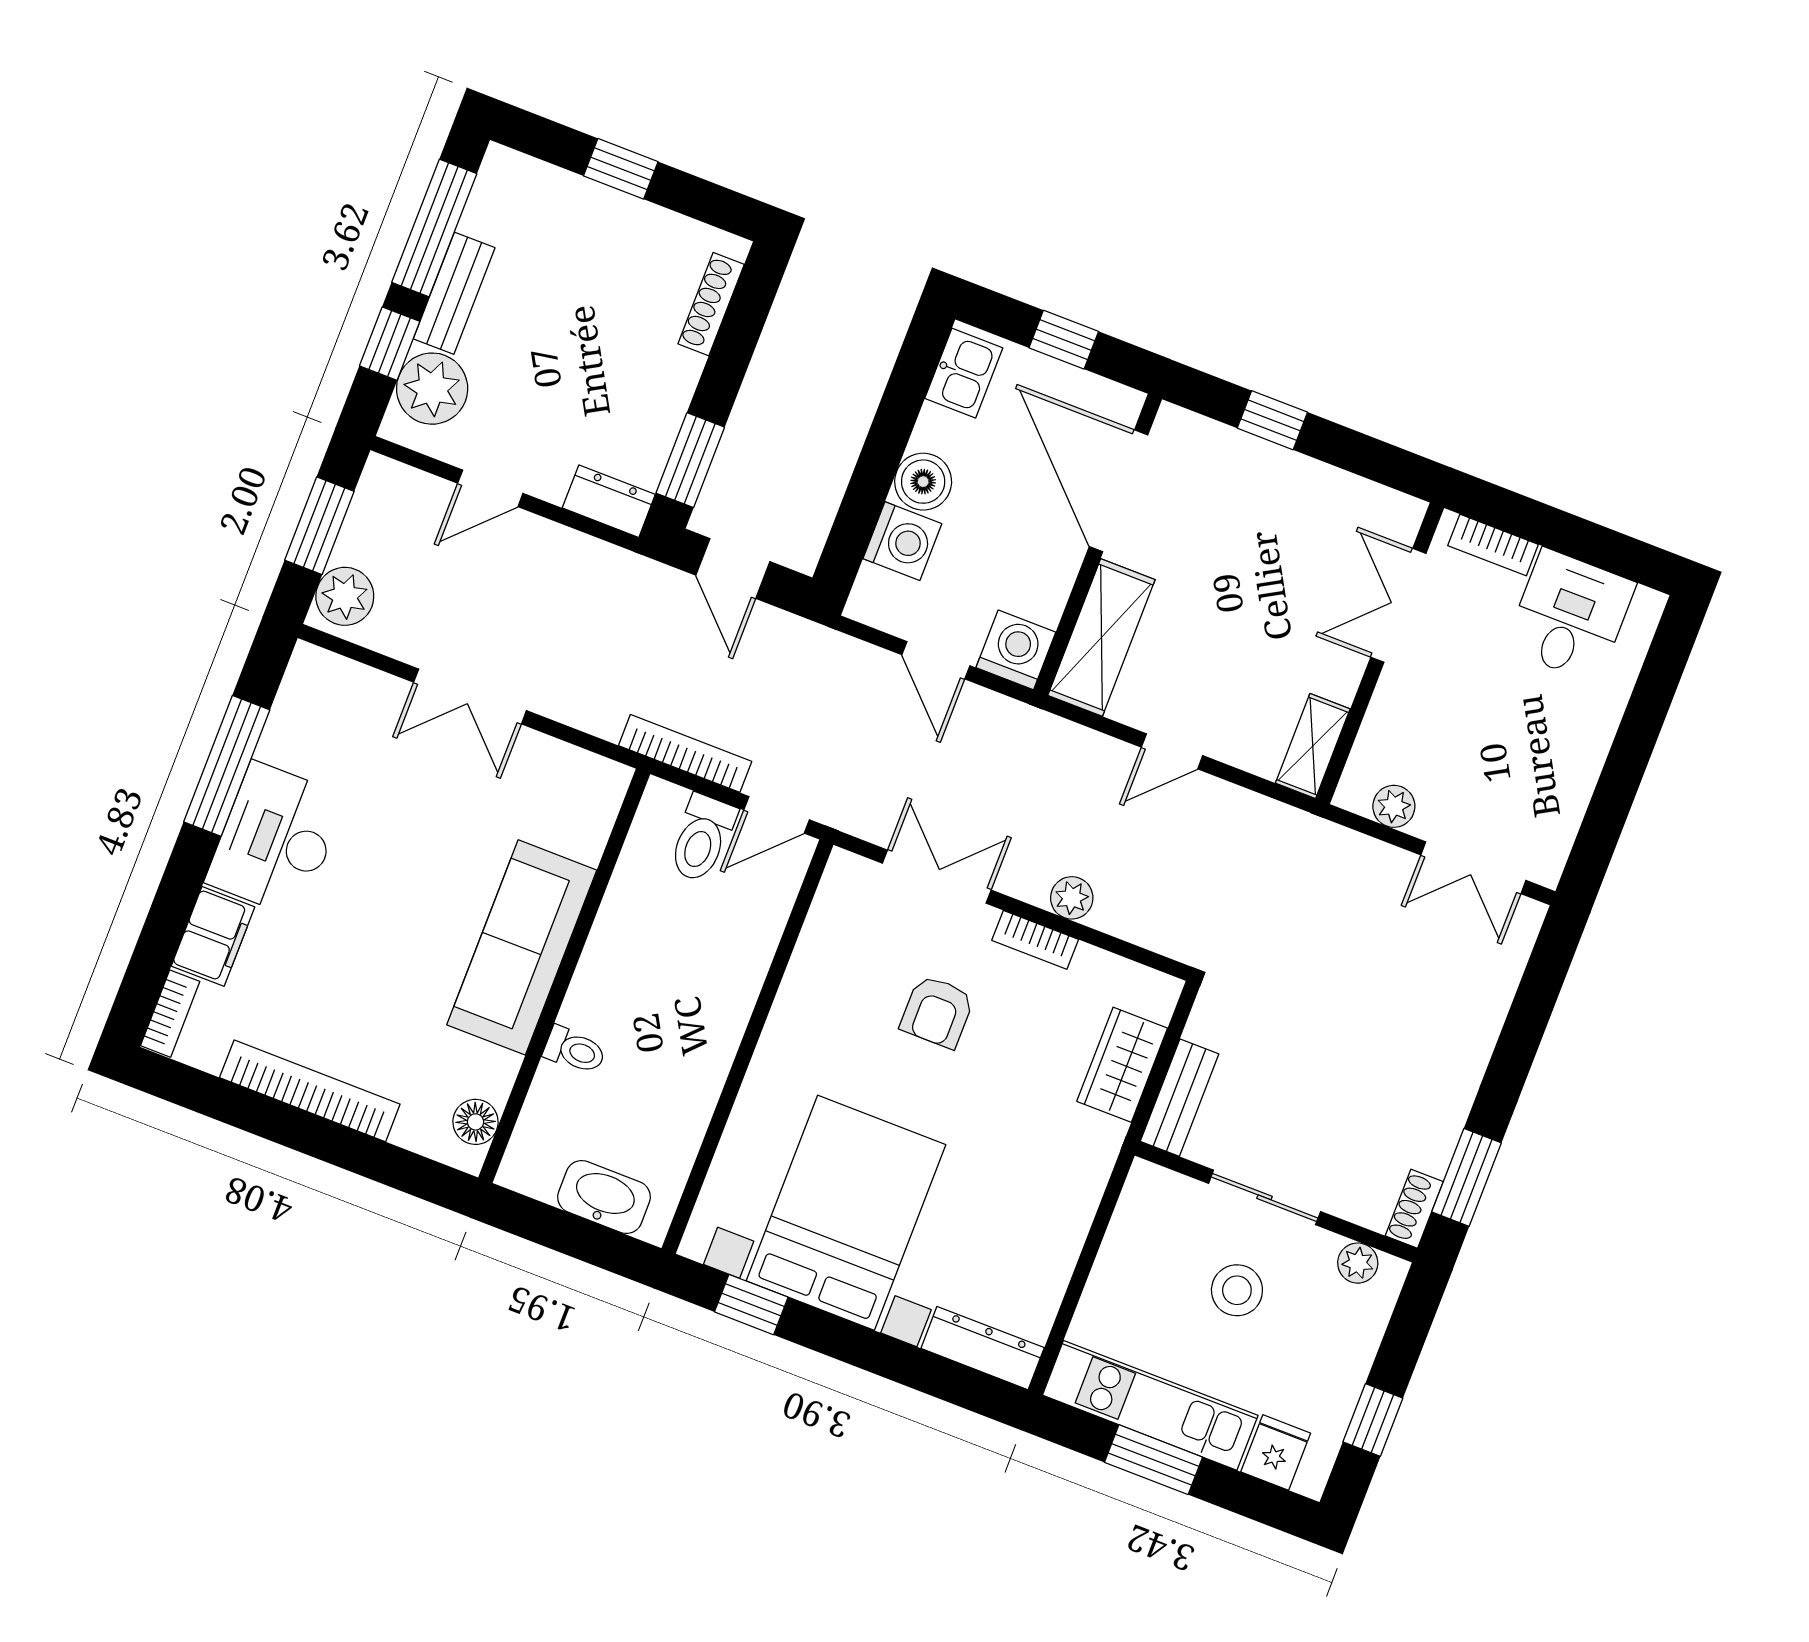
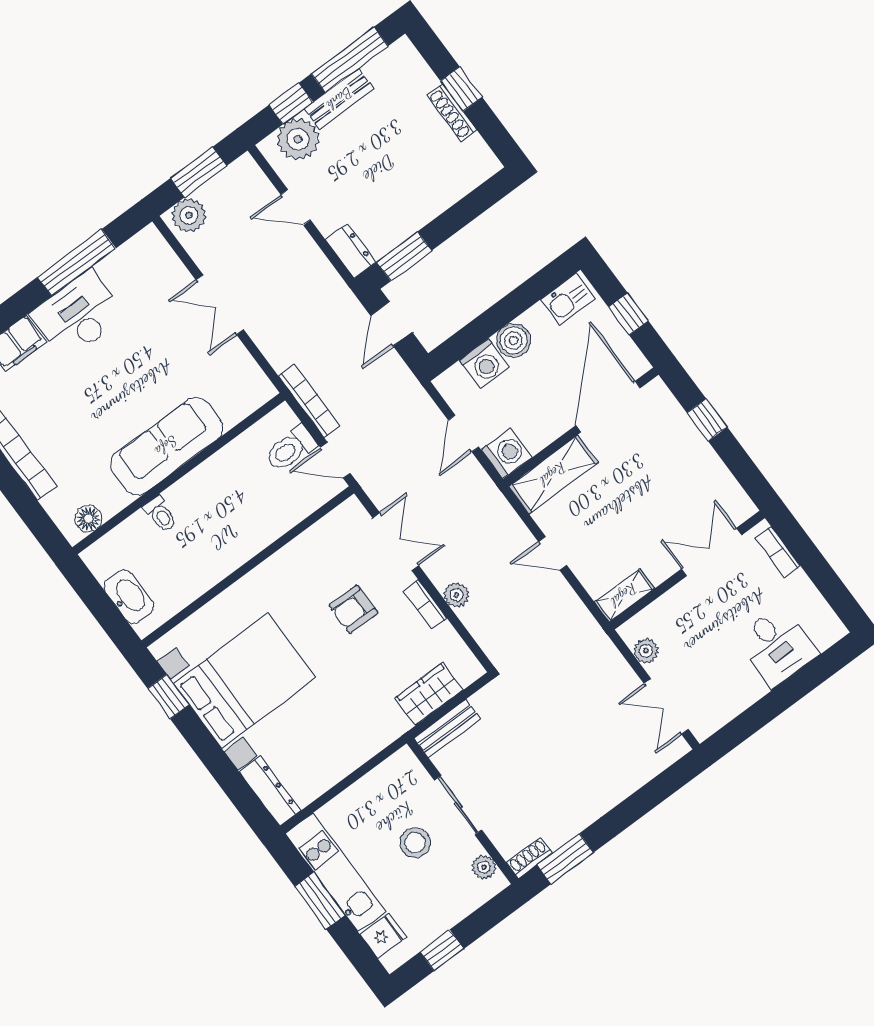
shoe rack: (711, 304) -> (452, 113), moved, turned -90
desk: (1570, 616) -> (777, 646), moved, turned 90

